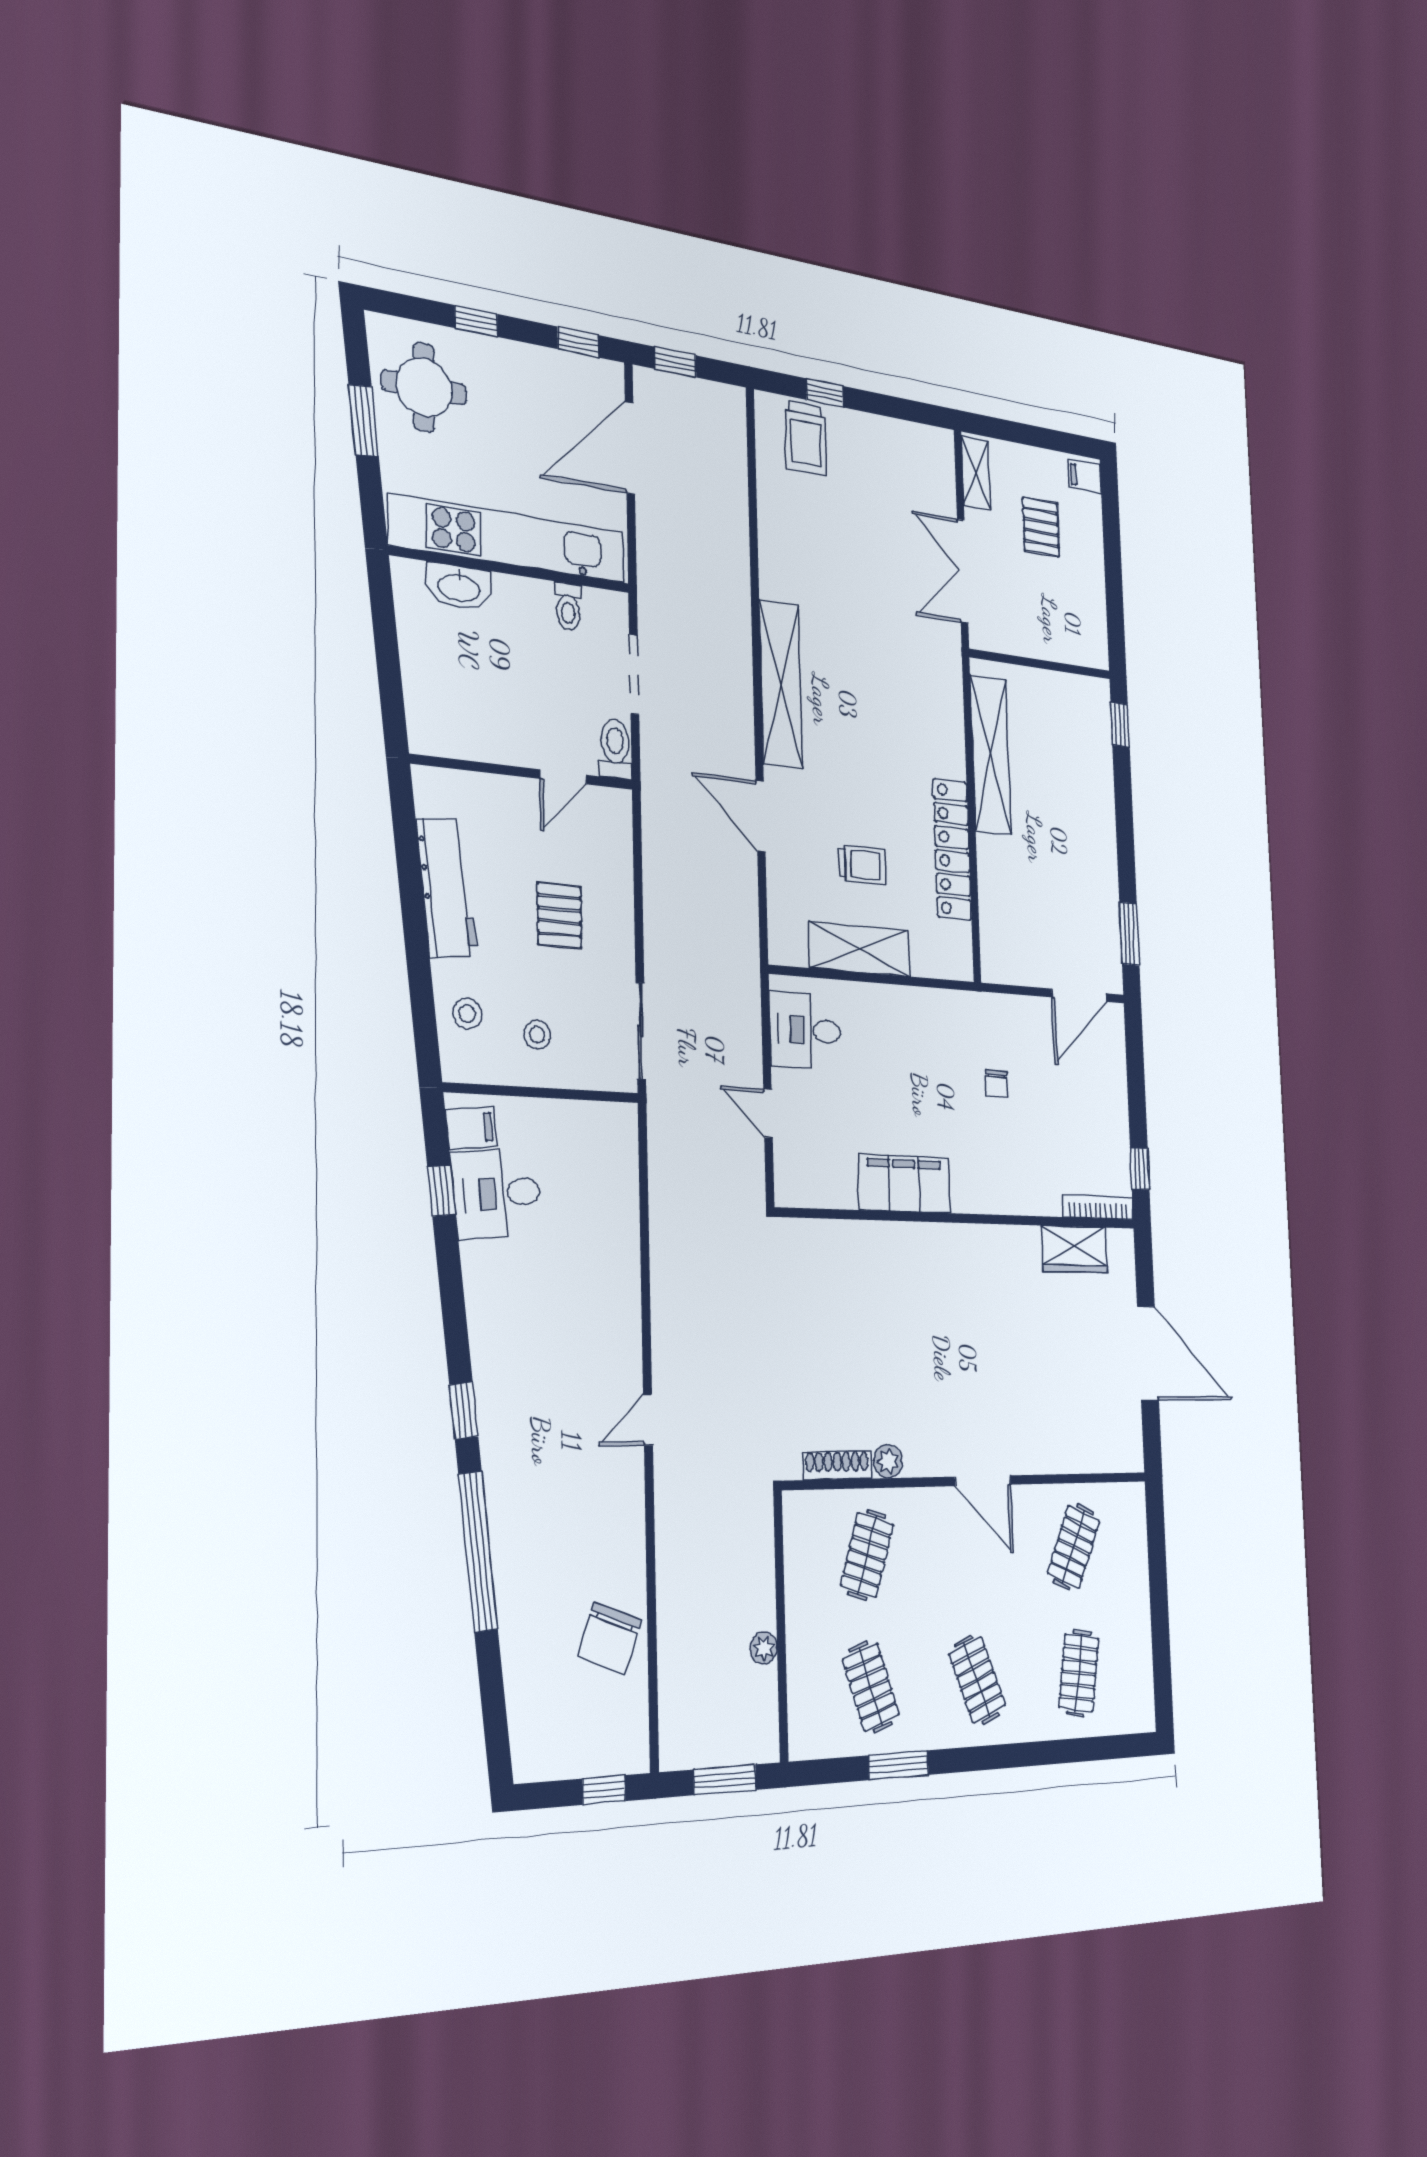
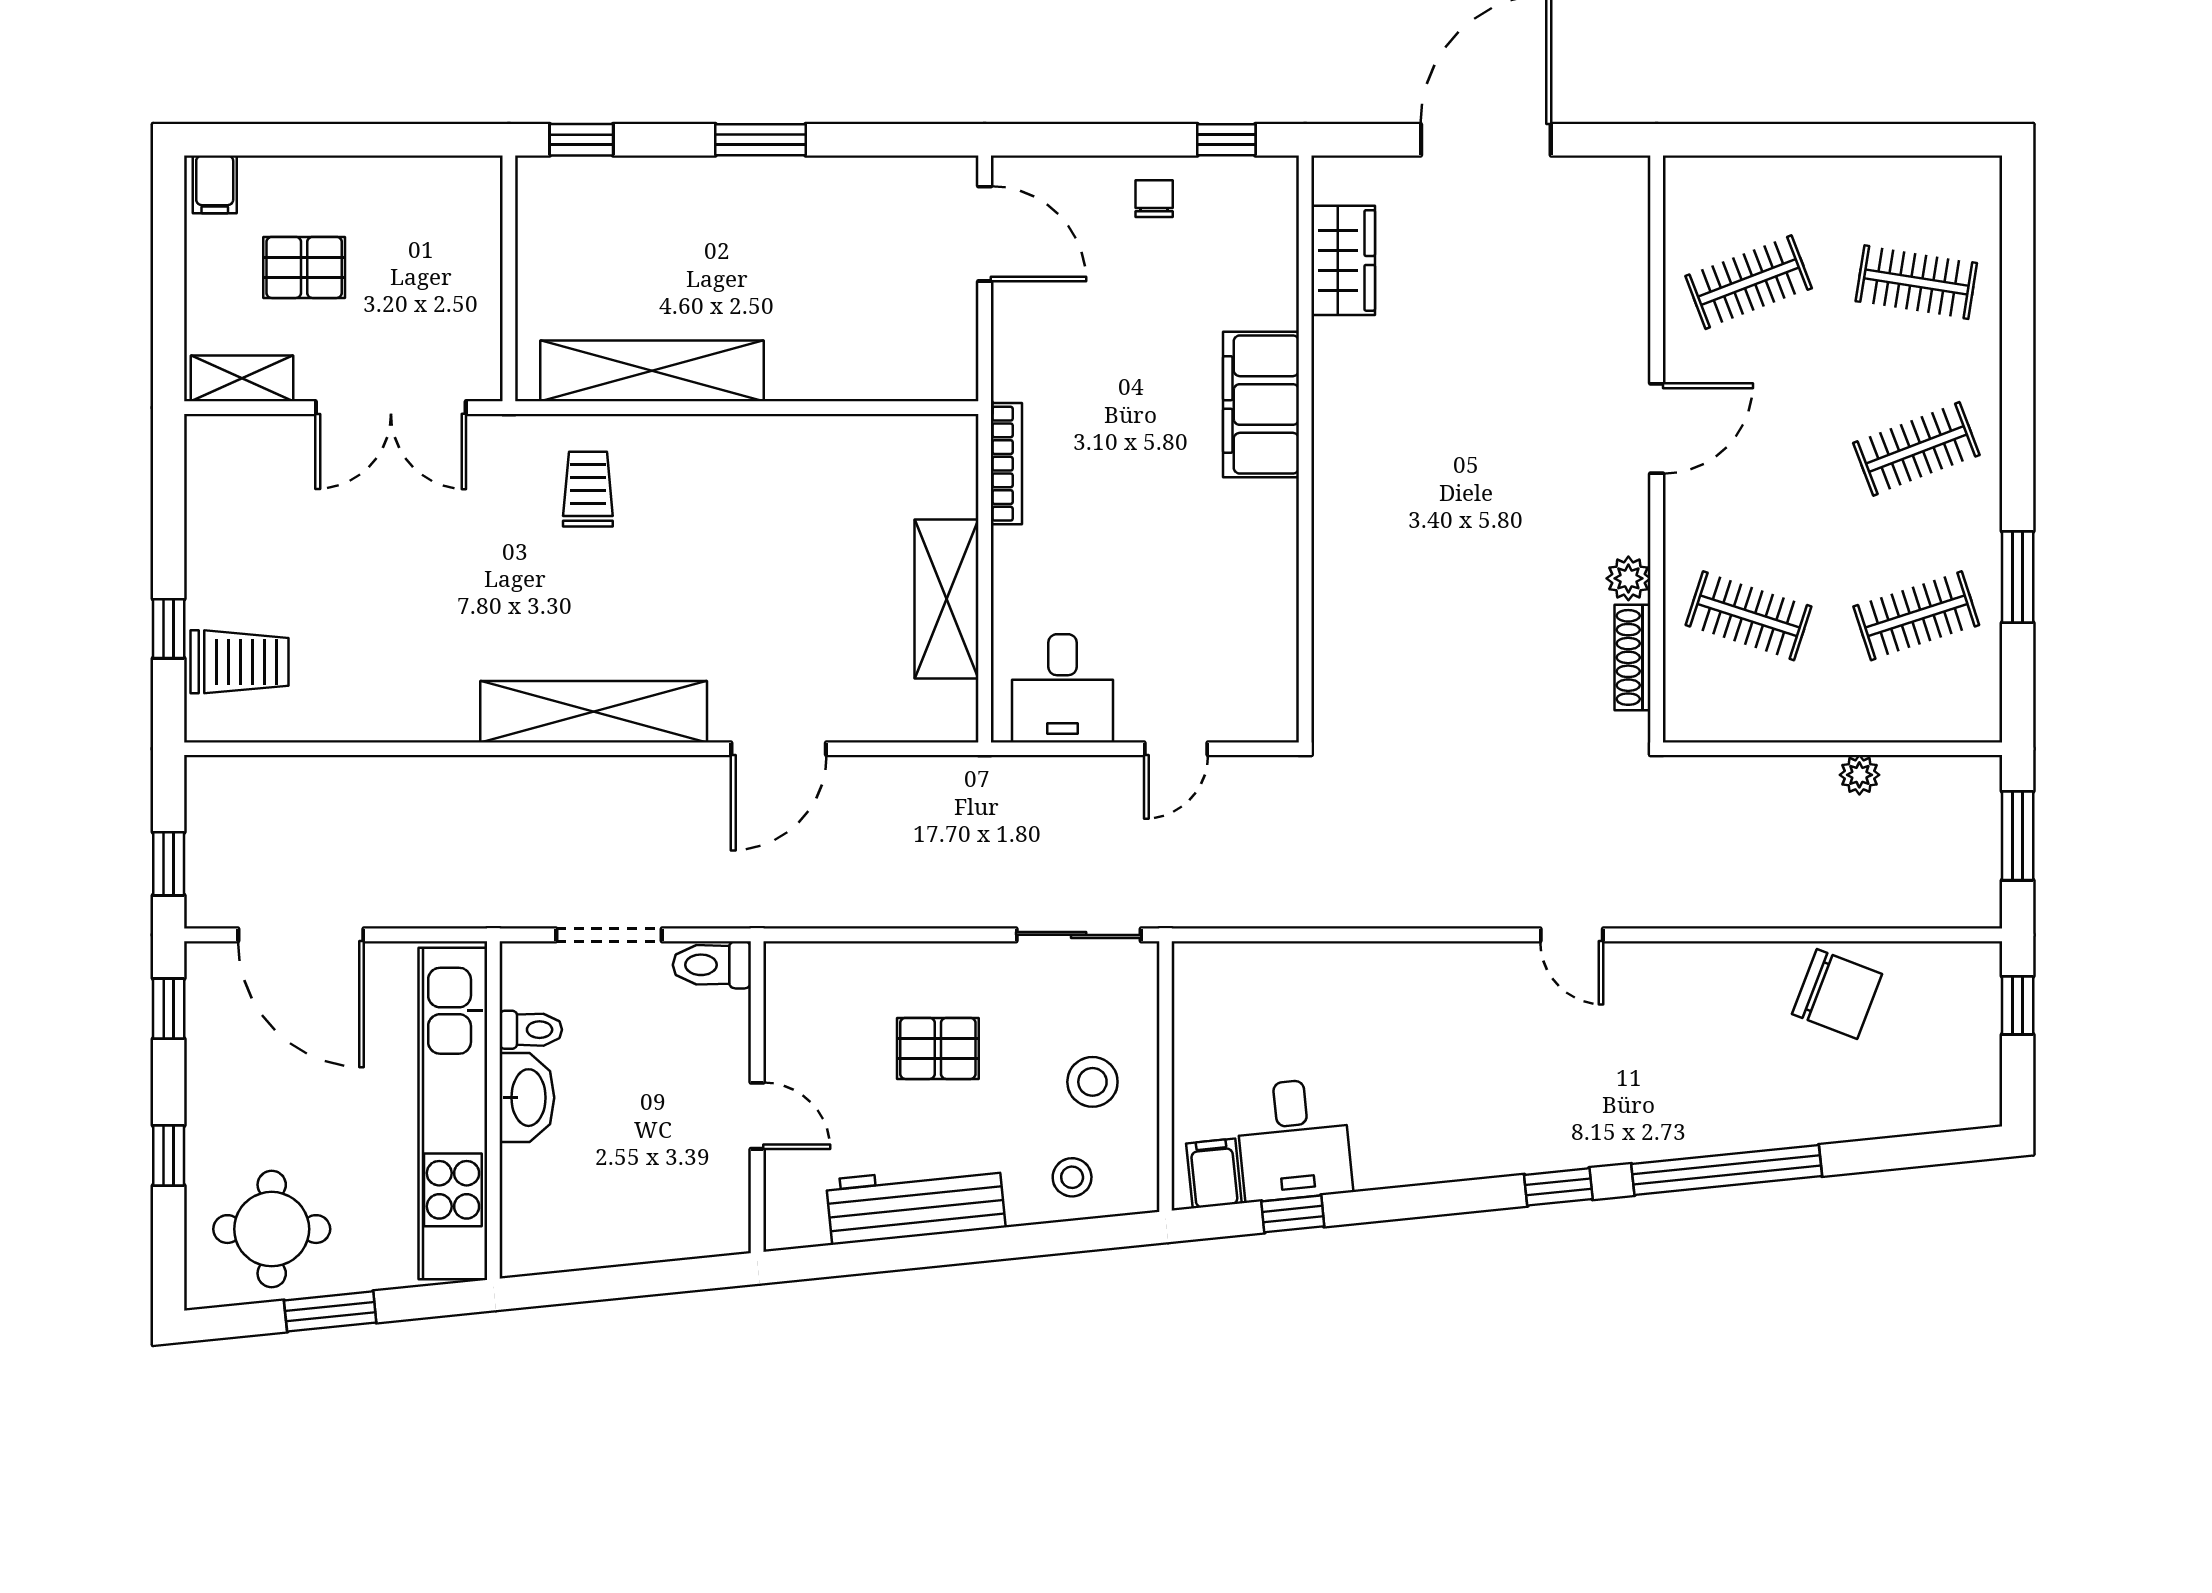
washbasin: (459, 587) -> (527, 1098), moved
door: (563, 777) -> (757, 1116), moved
locker: (952, 849) -> (794, 442), removed
trolley: (862, 865) -> (588, 489), moved
window: (1129, 934) -> (761, 140), moved
stool: (537, 1035) -> (1092, 1082), width x1.37, depth x1.37
chair: (997, 1084) -> (1154, 199), moved, turned -90
filing cabinet: (904, 1184) -> (1261, 404), moved
bookcase: (1098, 1207) -> (1006, 464), moved, turned 180
clothes rail: (1074, 1547) -> (1749, 282), turned -45

